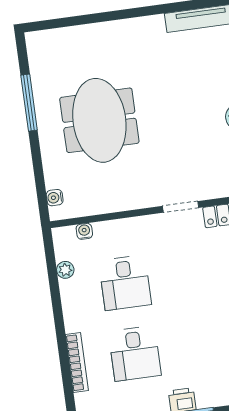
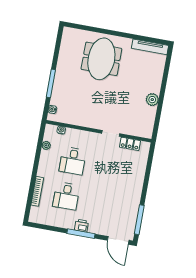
window: (29, 103) -> (51, 83), moved
meeting table: (99, 120) -> (101, 59), moved

